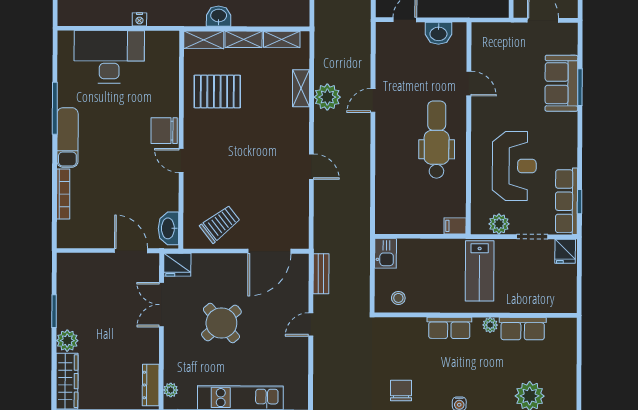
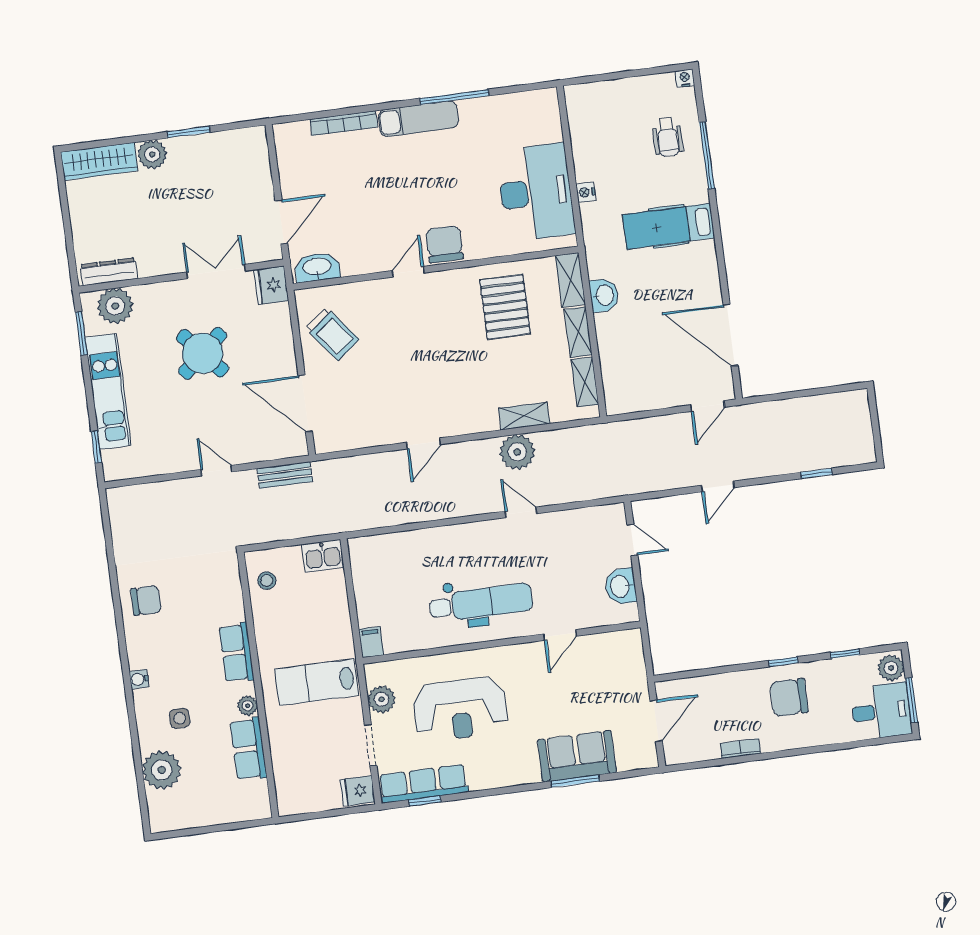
desk: (109, 57) -> (536, 192), moved
side table: (493, 377) -> (180, 718), added
plant: (171, 390) -> (115, 306), width x1.88, depth x1.88

